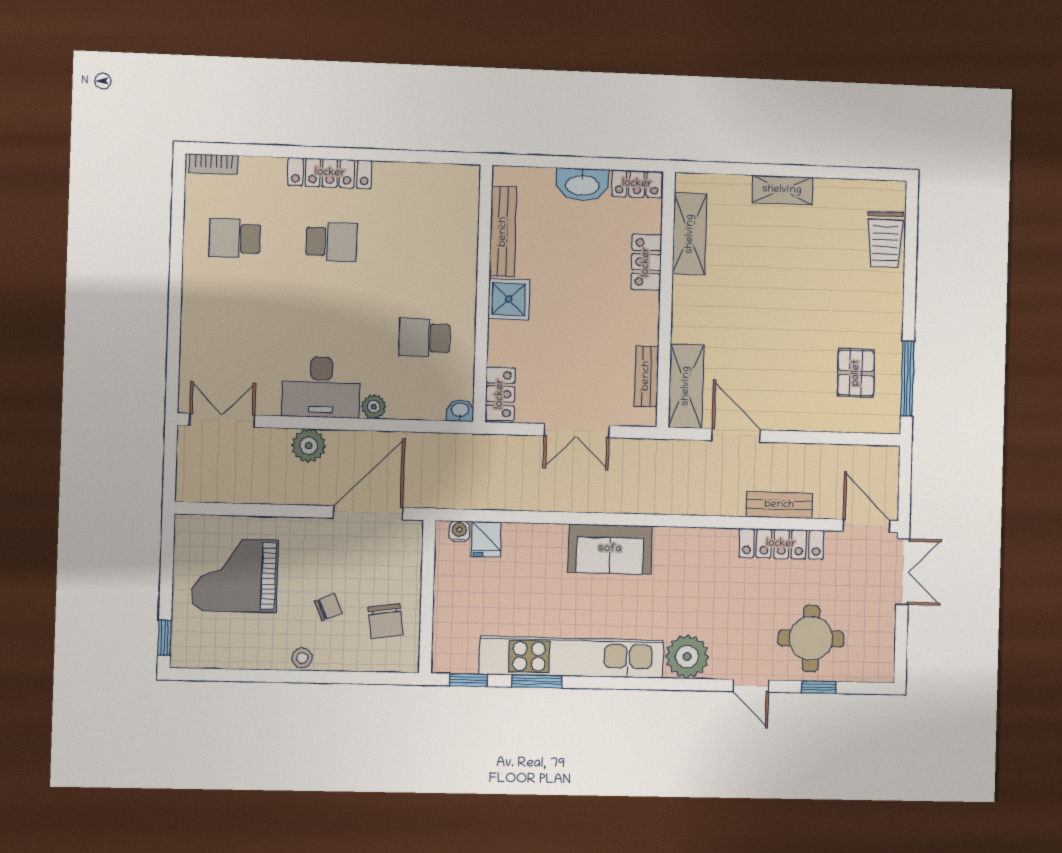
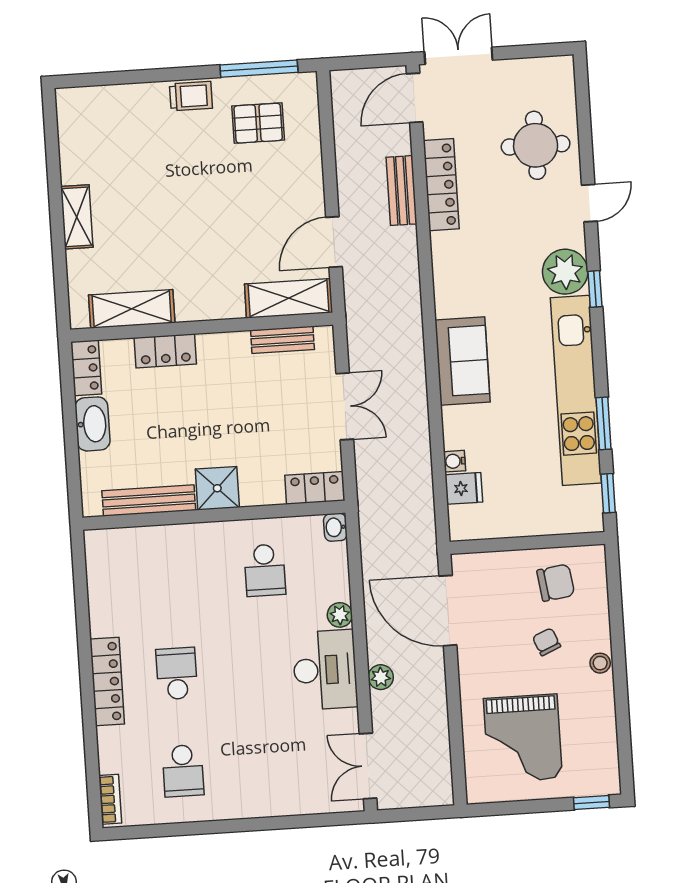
trolley: (885, 239) -> (191, 96), moved, width x0.73, depth x0.72
plant: (309, 446) -> (381, 677), width x0.73, depth x0.73
water cooler: (459, 531) -> (455, 461), moved
window: (819, 687) -> (595, 289), moved

